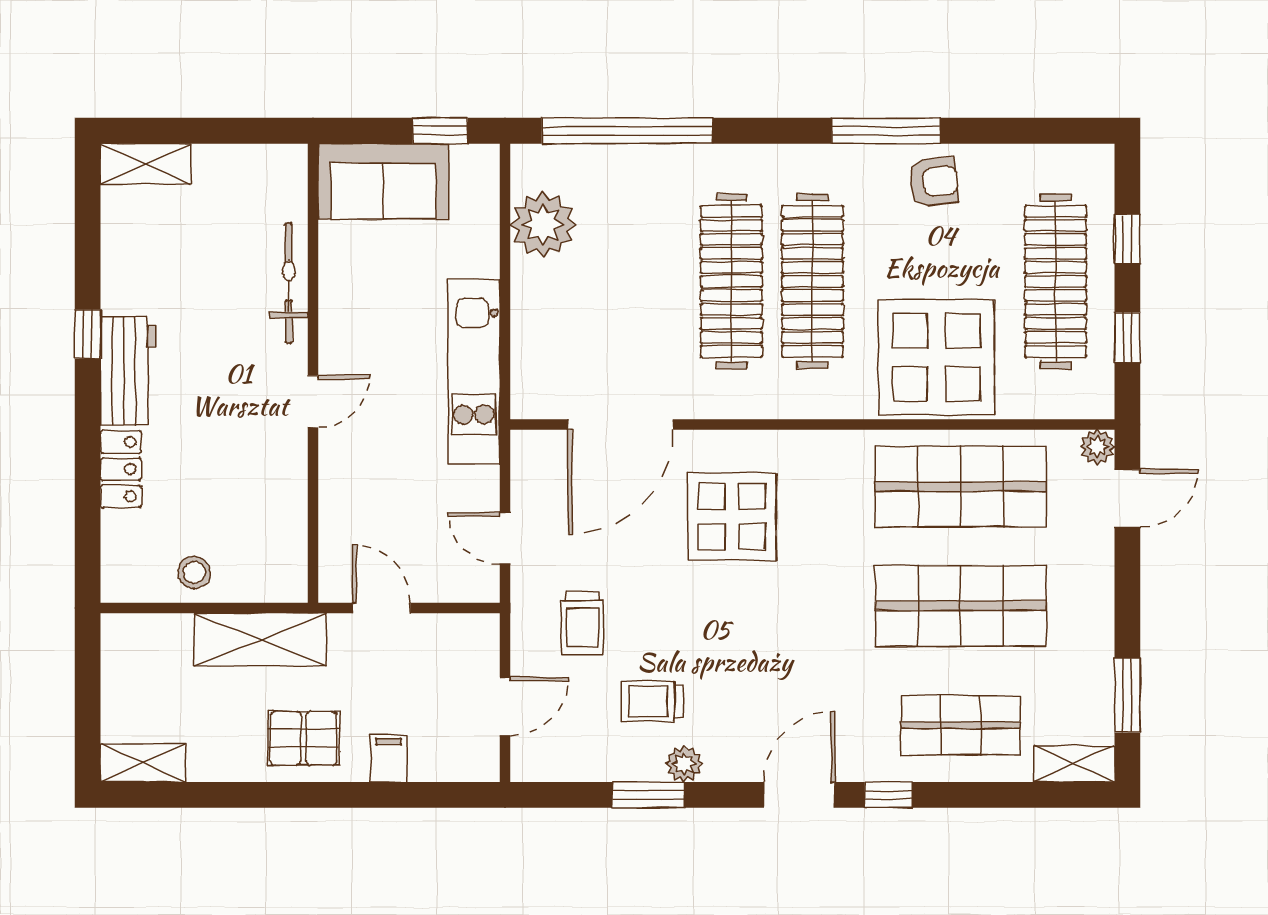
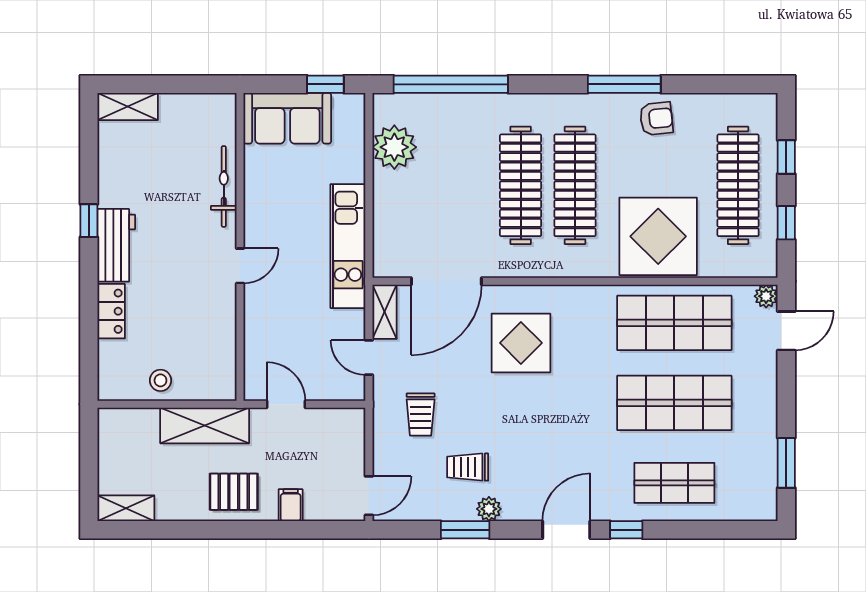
door: (505, 706) -> (369, 496), moved
shelving: (1074, 764) -> (384, 312), moved, turned 90

